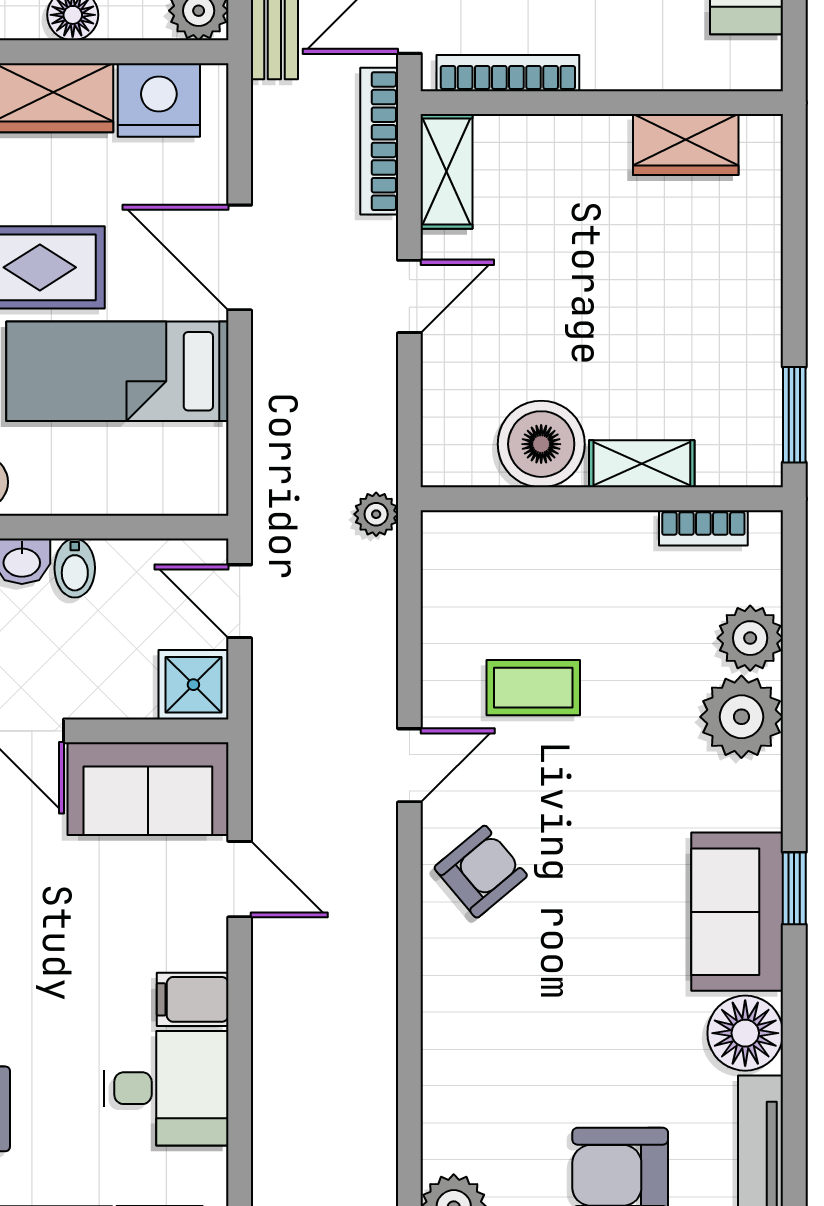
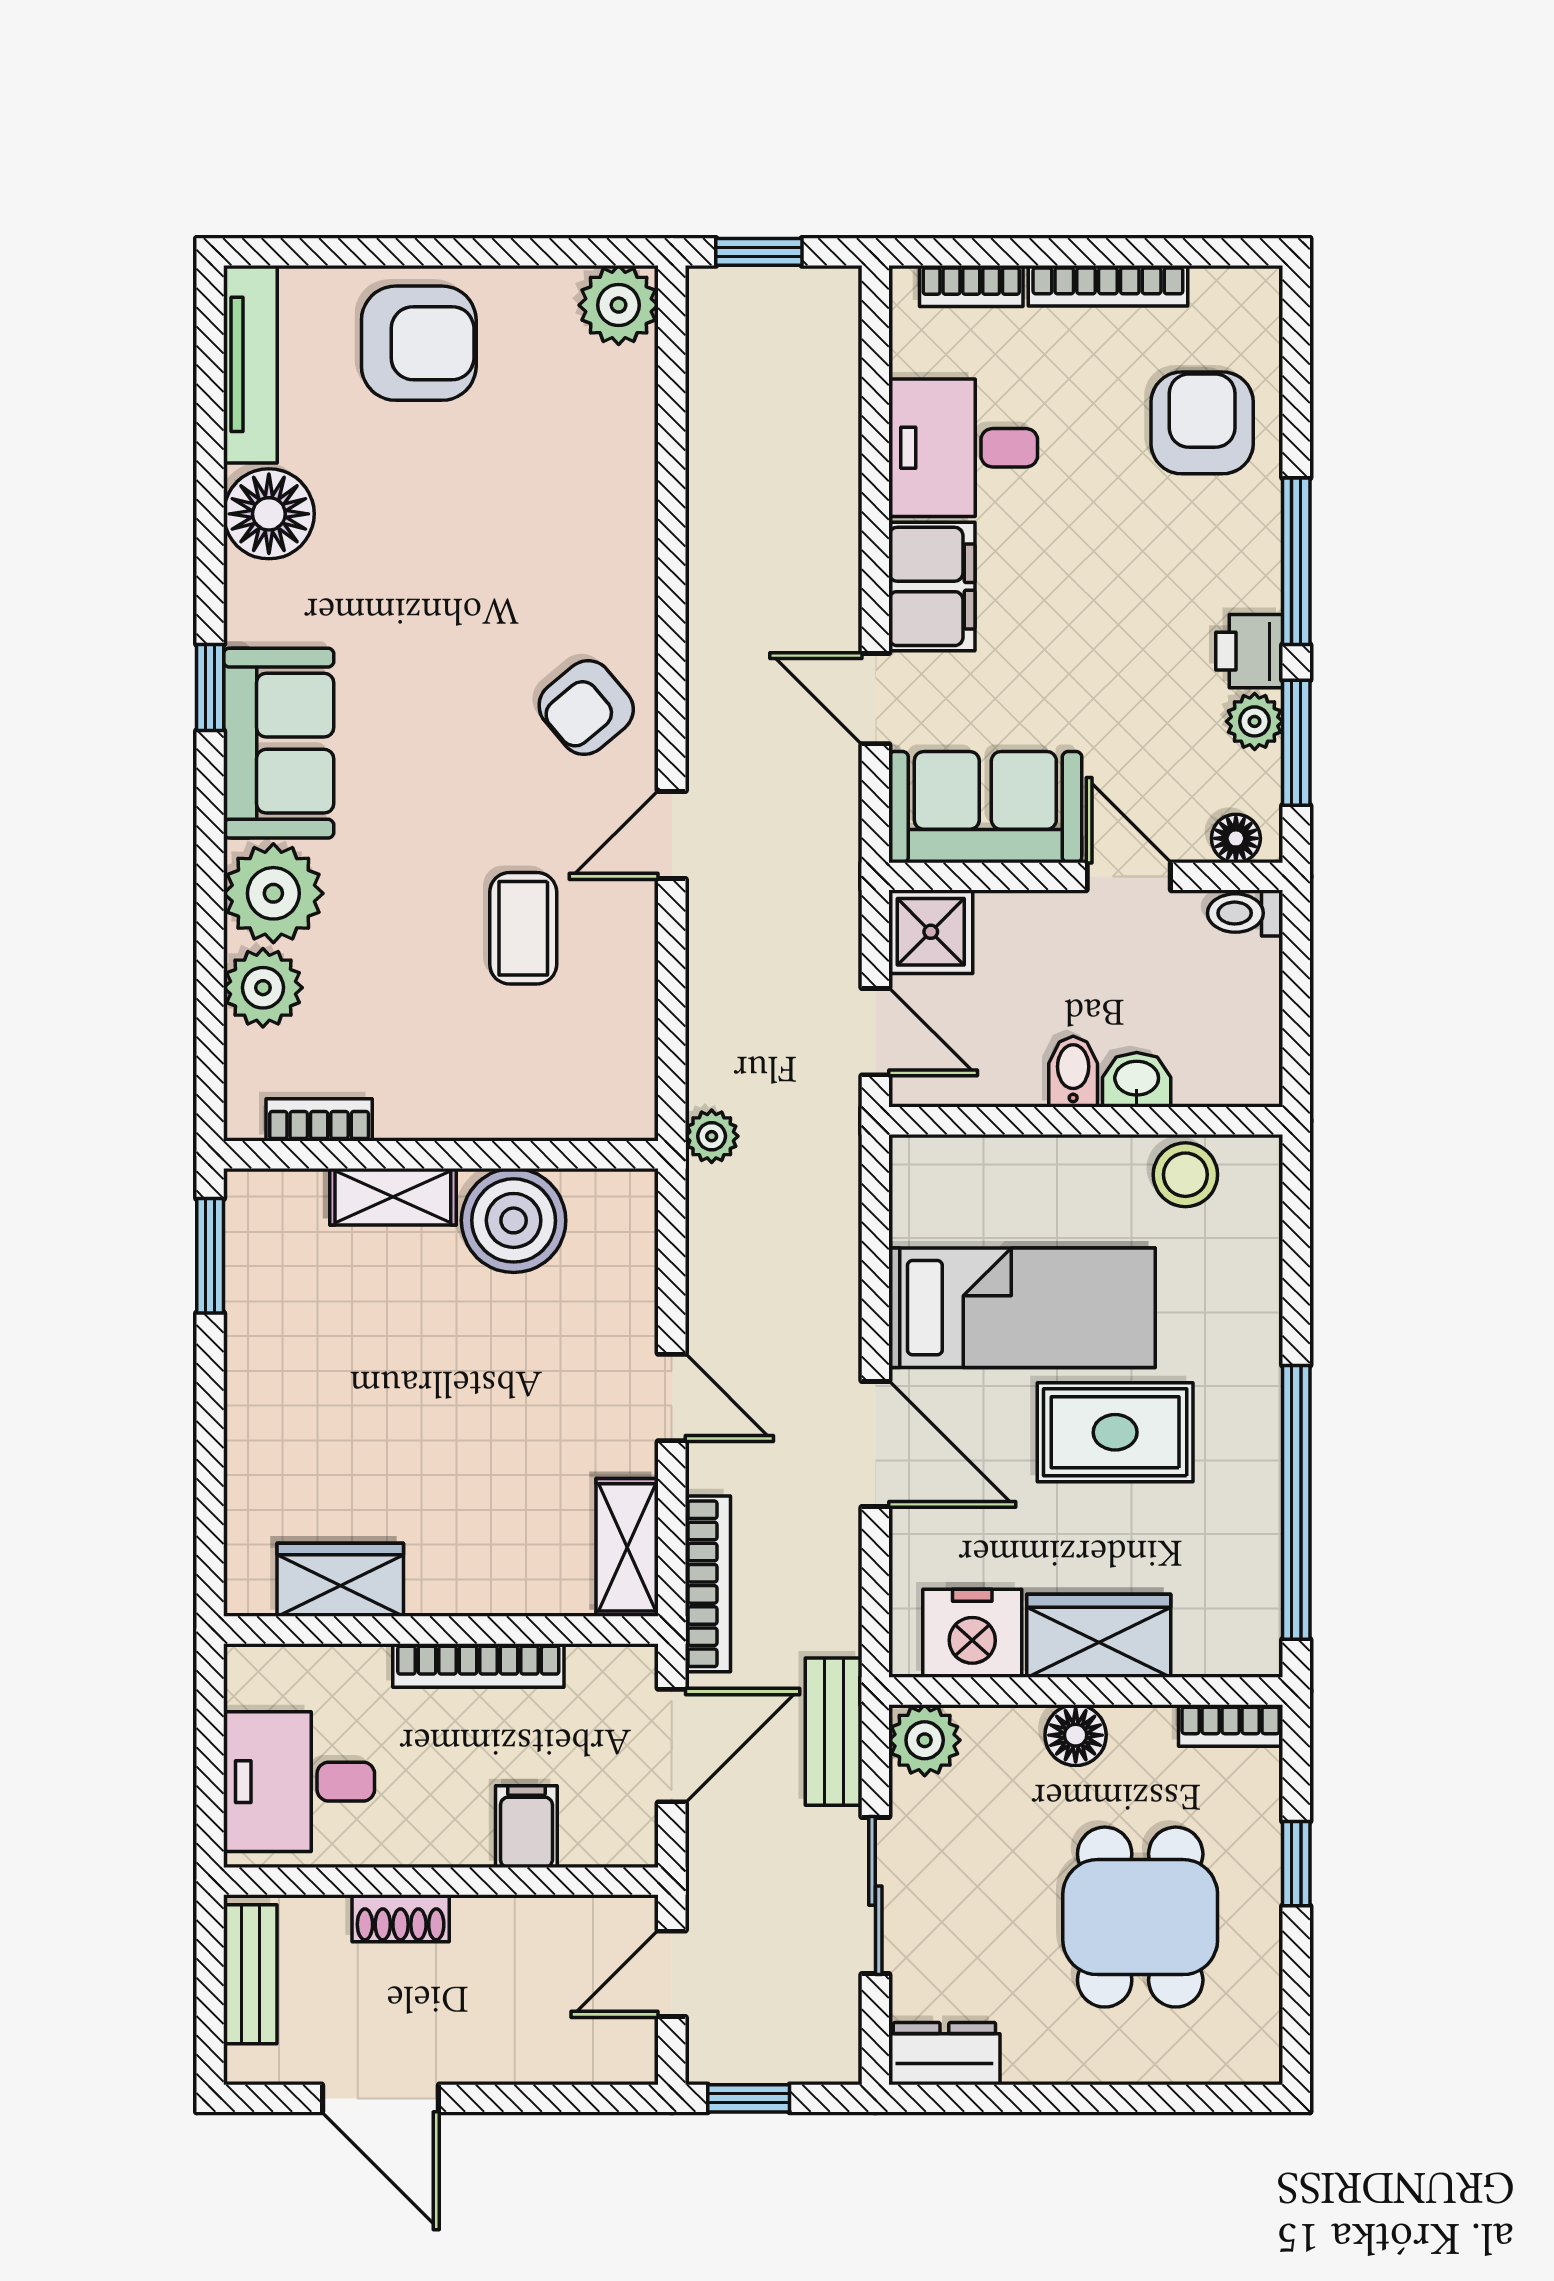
bookcase: (508, 73) -> (478, 1665), moved
door: (409, 296) -> (672, 1397), swing flipped
coffee table: (533, 688) -> (523, 928), turned 90
sofa: (737, 912) -> (279, 743), moved
filing cabinet: (193, 999) -> (932, 586), width x2.00

